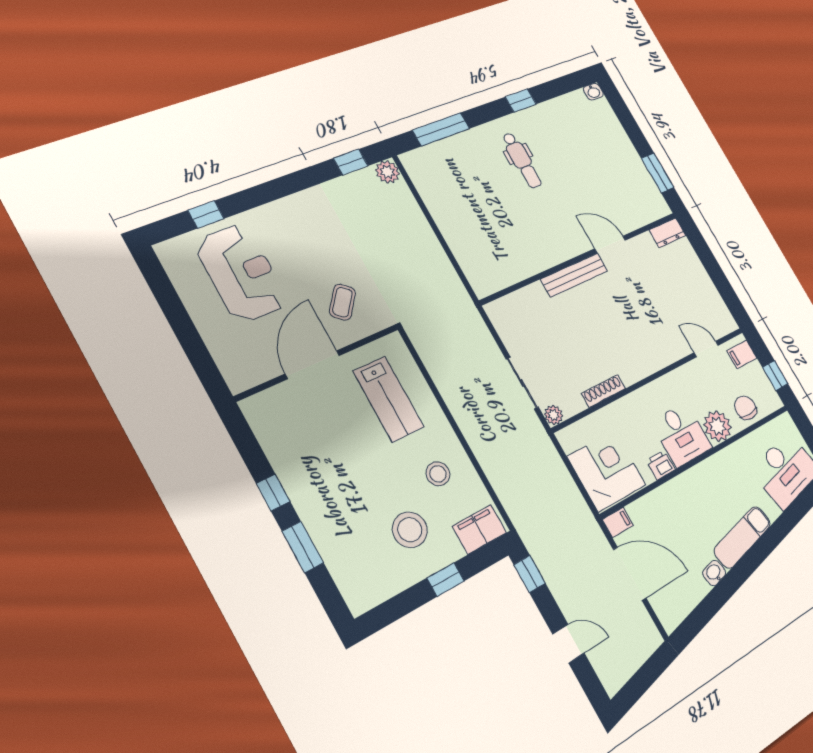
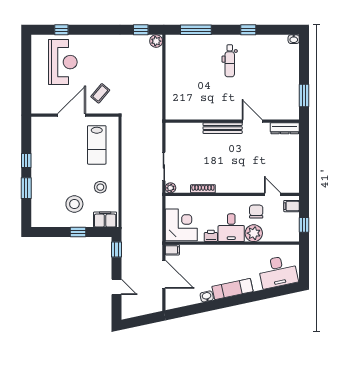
dresser: (667, 233) -> (285, 128), width x1.44
chair: (745, 408) -> (256, 212), moved

